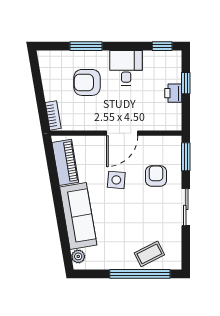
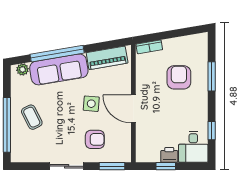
window: (162, 46) -> (212, 131), moved
desk: (126, 68) -> (193, 147), moved, turned 90
window: (186, 83) -> (166, 166), moved
window: (61, 218) -> (57, 54), added
coffee table: (149, 254) -> (32, 117), moved

